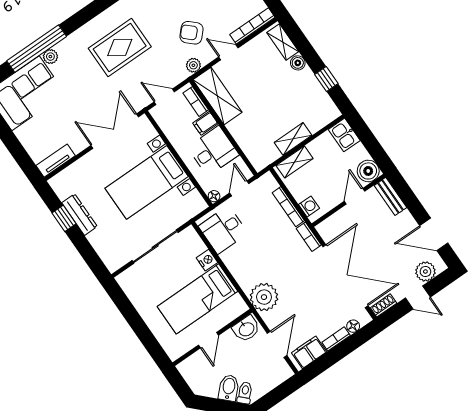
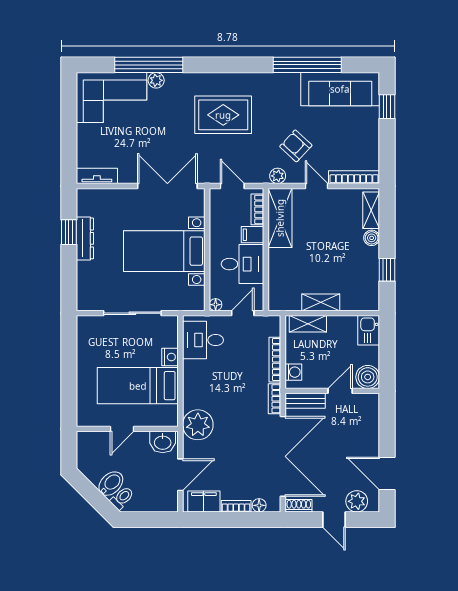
bench: (390, 196) -> (305, 401), moved, turned 90

